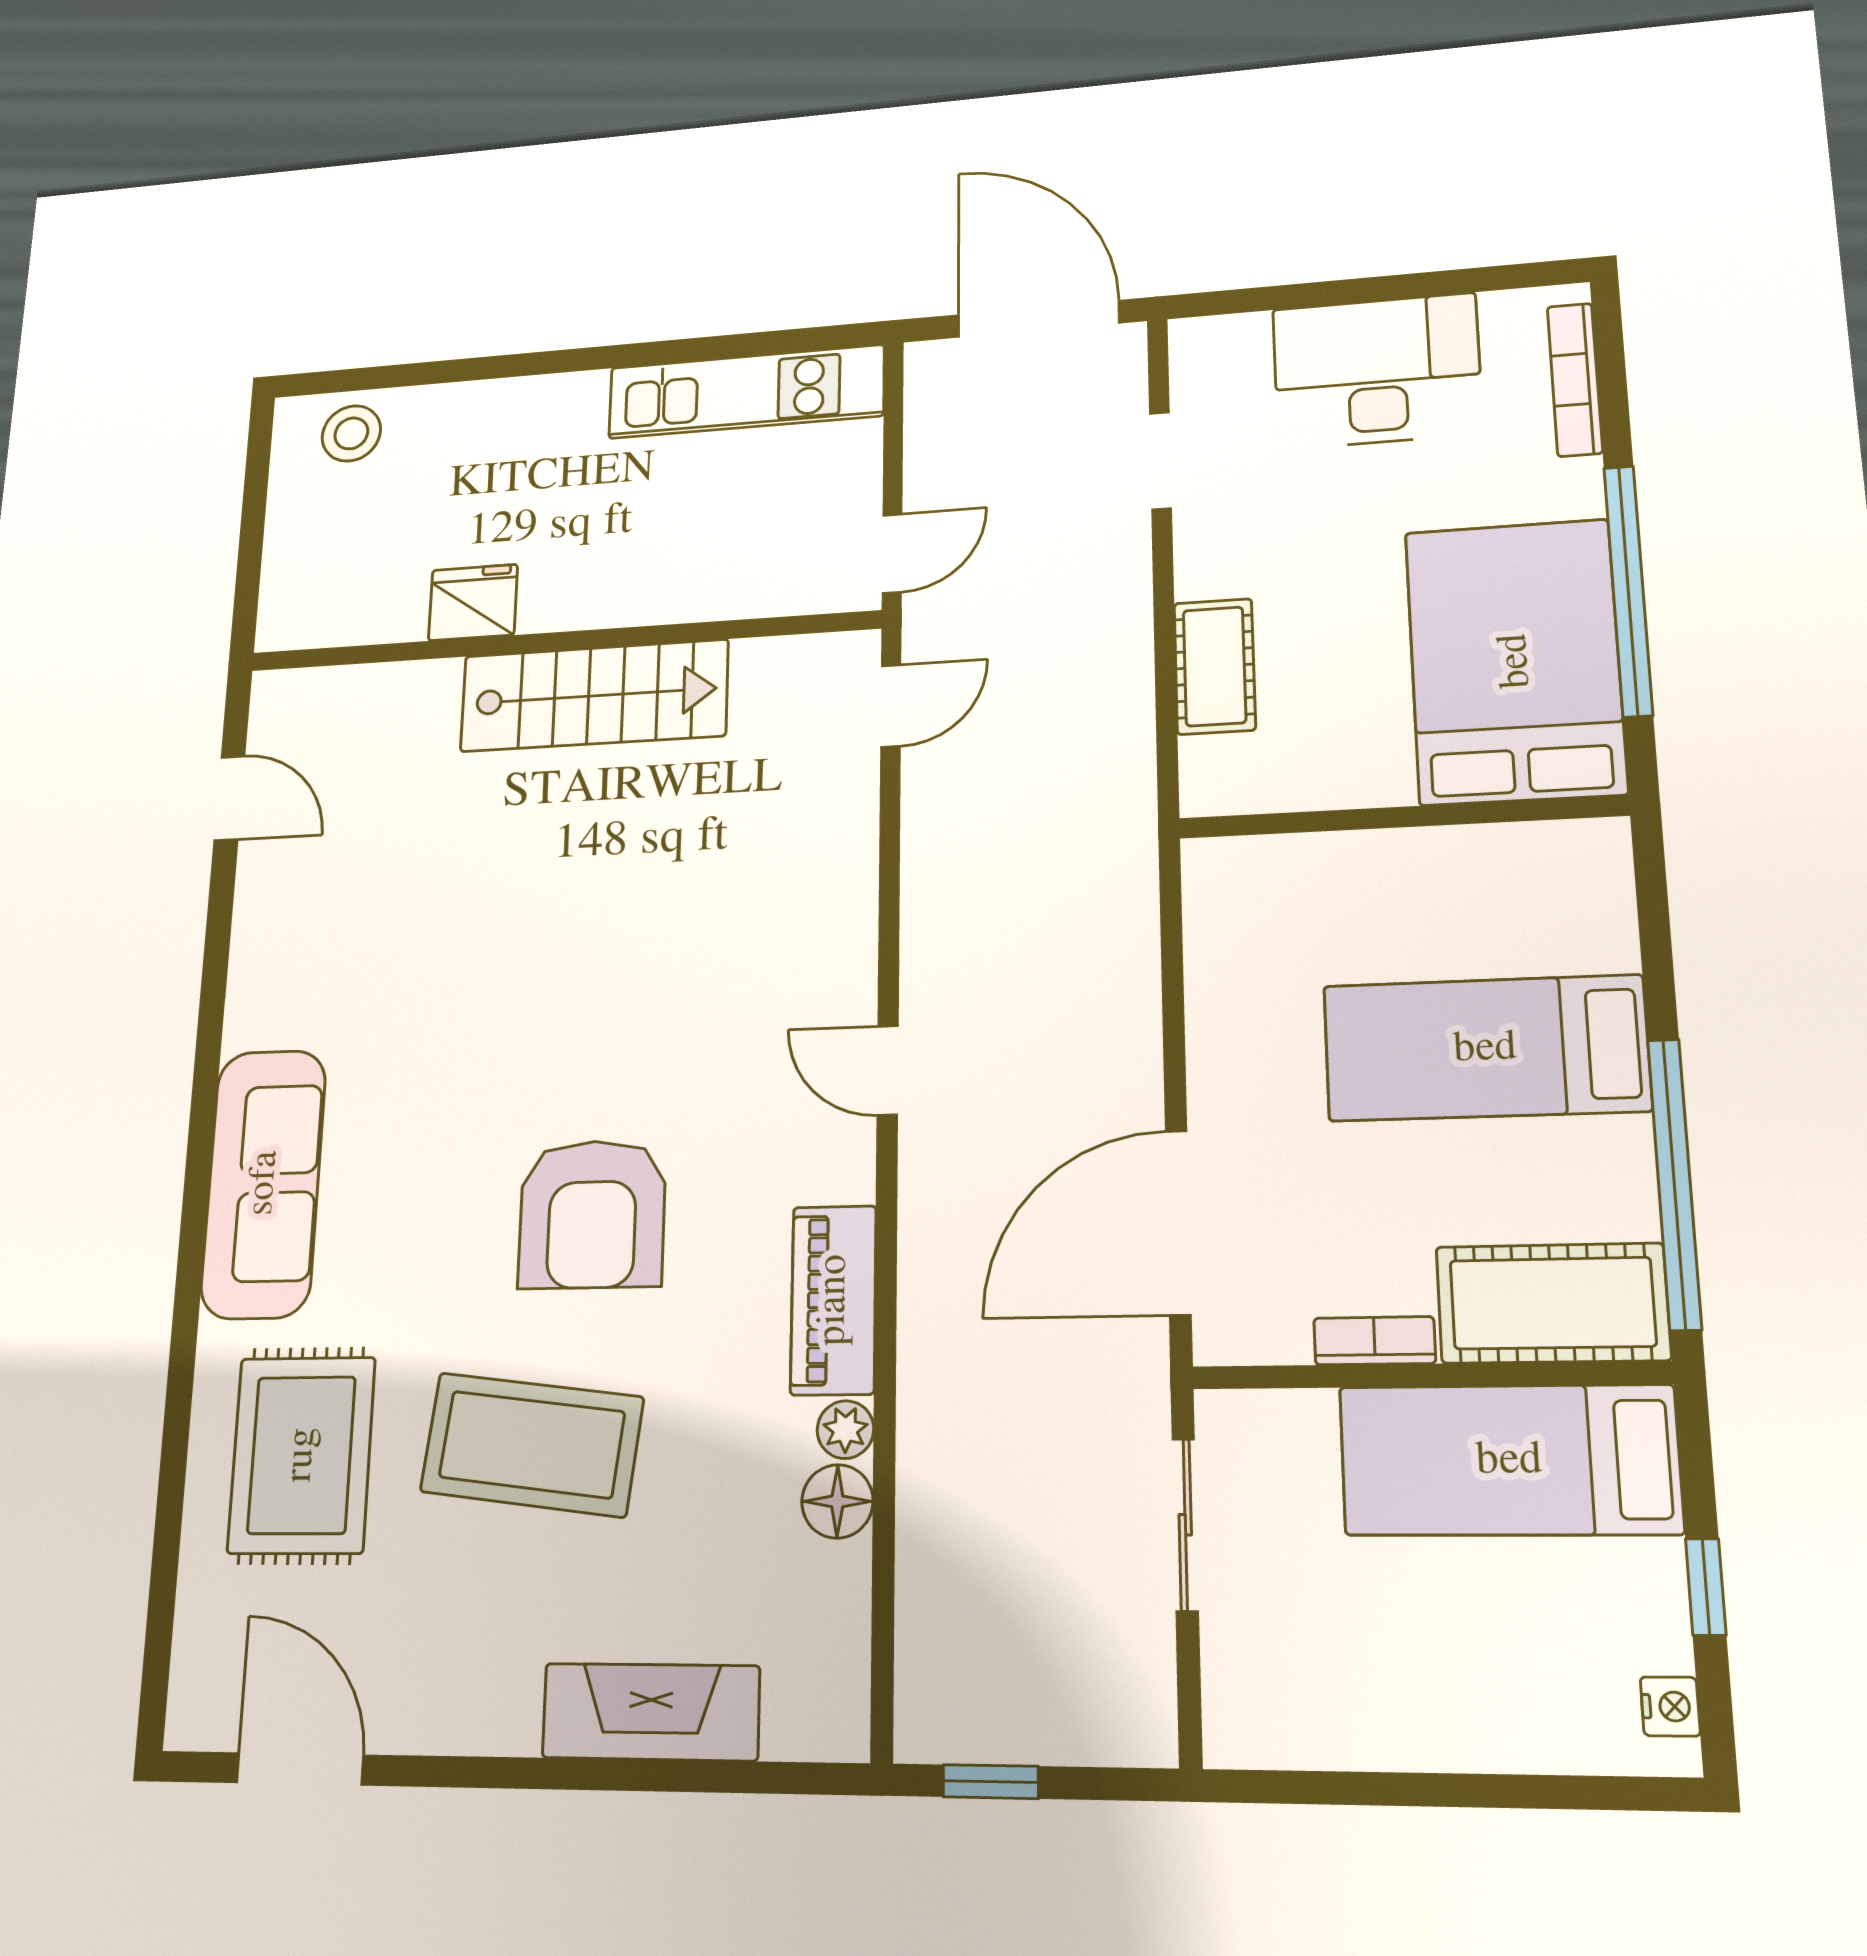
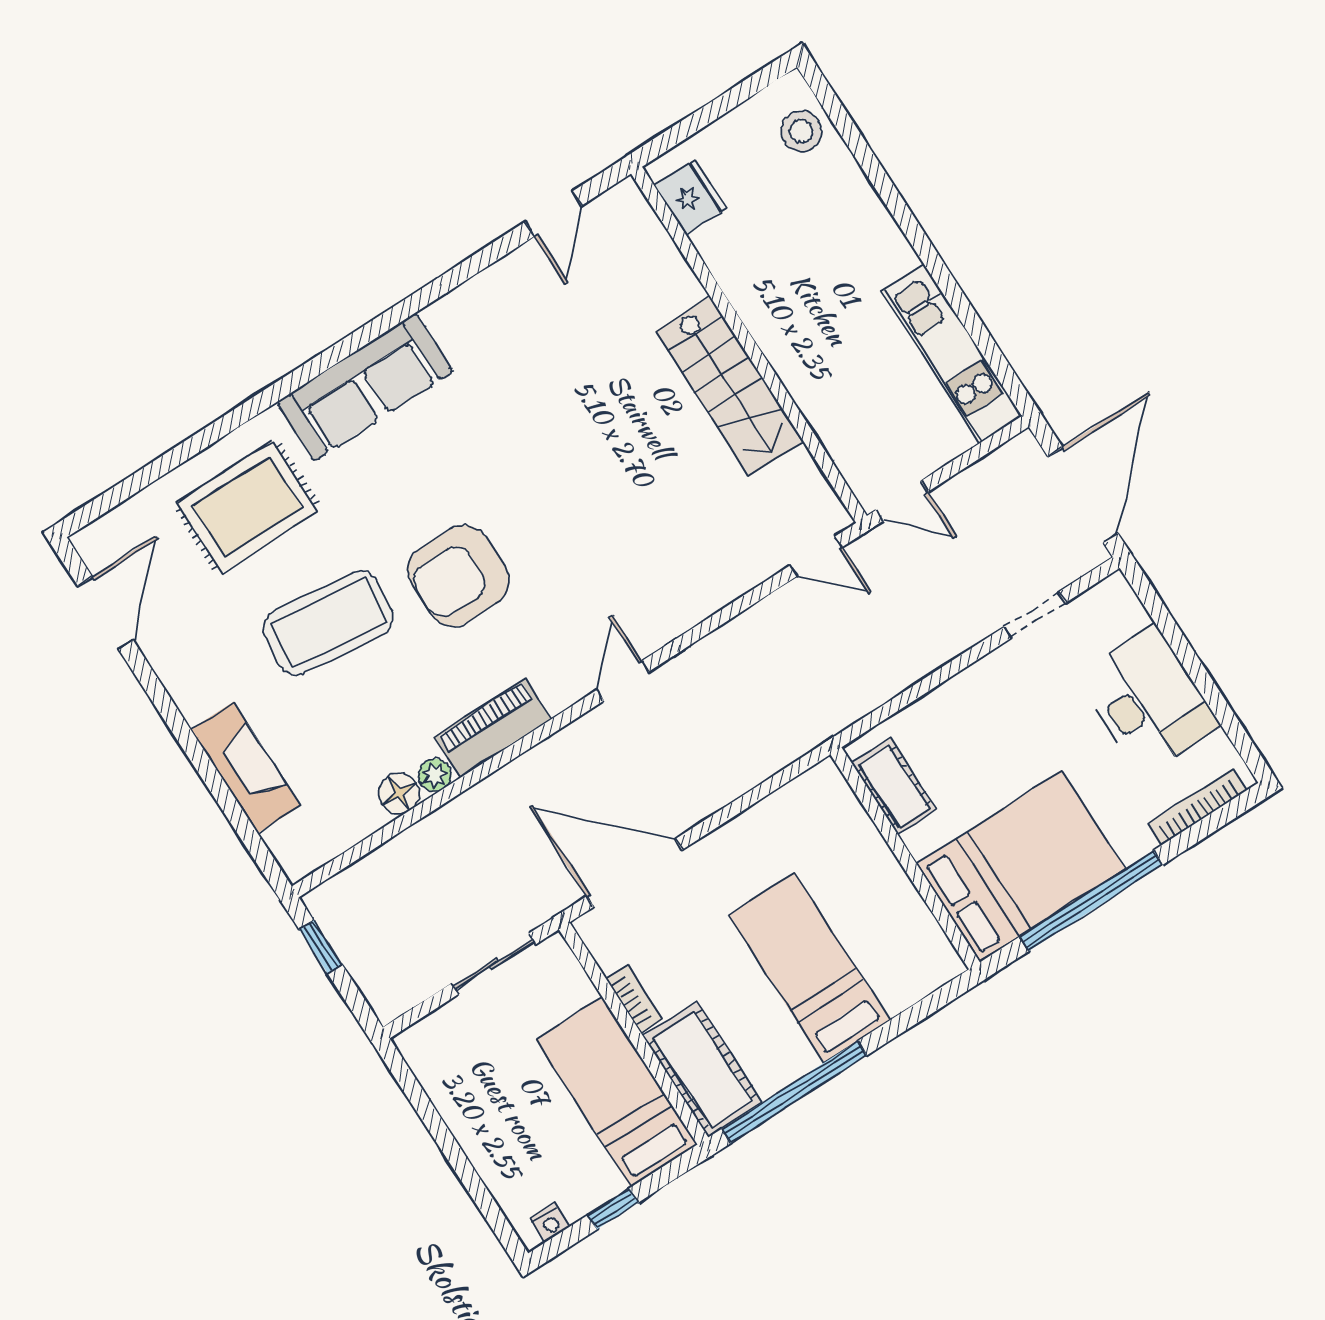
fridge: (473, 603) -> (691, 197), moved
cot: (1215, 666) -> (894, 786), moved, turned 90
coffee table: (532, 1444) -> (328, 623), turned 90

